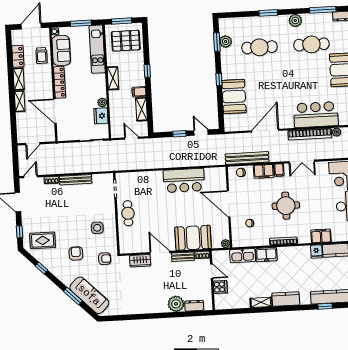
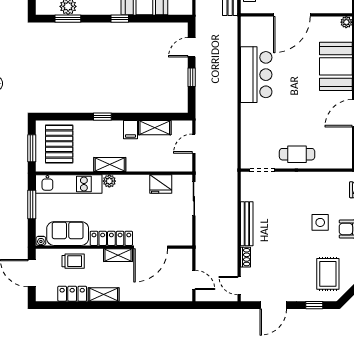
shelving: (20, 101) -> (118, 255), moved
plant: (102, 102) -> (109, 181), moved
side table: (97, 228) -> (320, 222), moved

